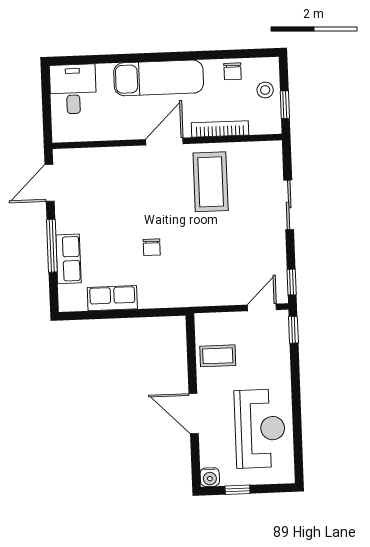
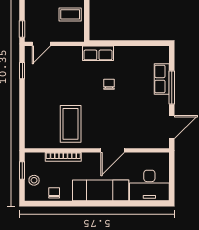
desk: (73, 89) -> (149, 185), width x1.37
door: (164, 142) -> (113, 150), moved
sliding door: (289, 205) -> (22, 107), removed
window: (292, 282) -> (22, 71), moved
row of seats: (112, 298) -> (98, 53), moved

